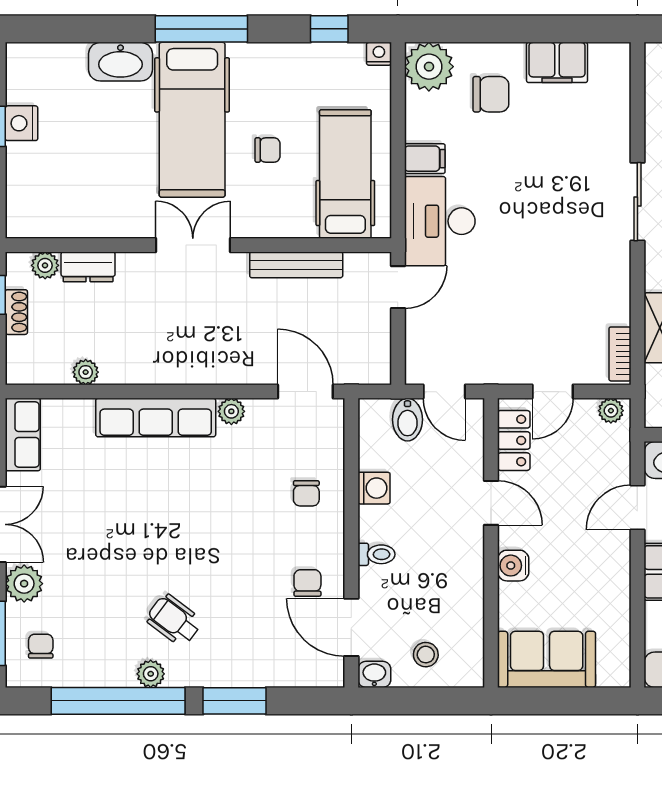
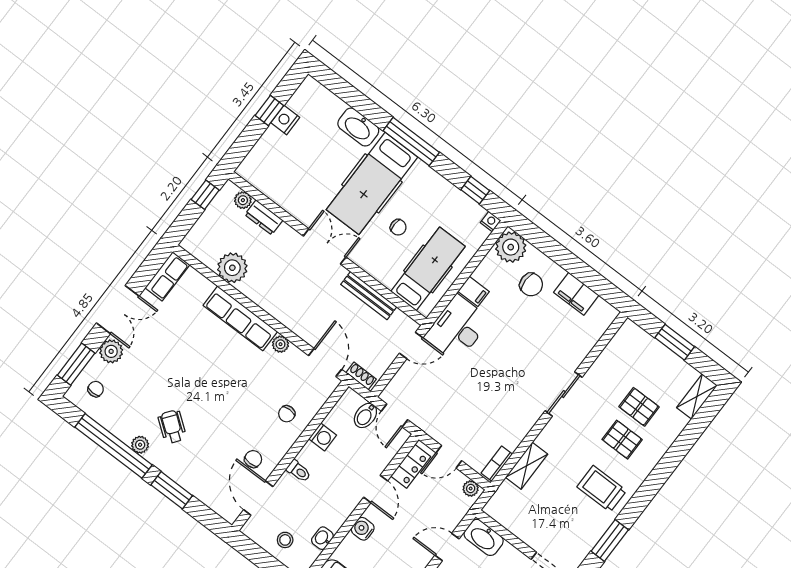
shoe rack: (16, 312) -> (361, 376), moved, turned -90
plant: (86, 372) -> (232, 268), width x1.88, depth x1.88
washbasin: (374, 674) -> (322, 538), moved, turned -90

